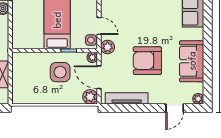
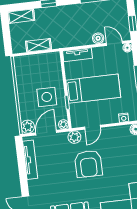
tv unit: (18, 33) -> (77, 55), added
side table: (91, 40) -> (79, 121), removed
armchair: (147, 61) -> (88, 164), moved, turned 180

